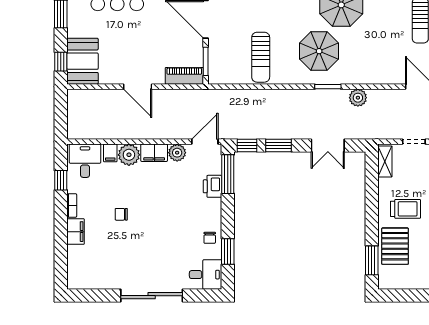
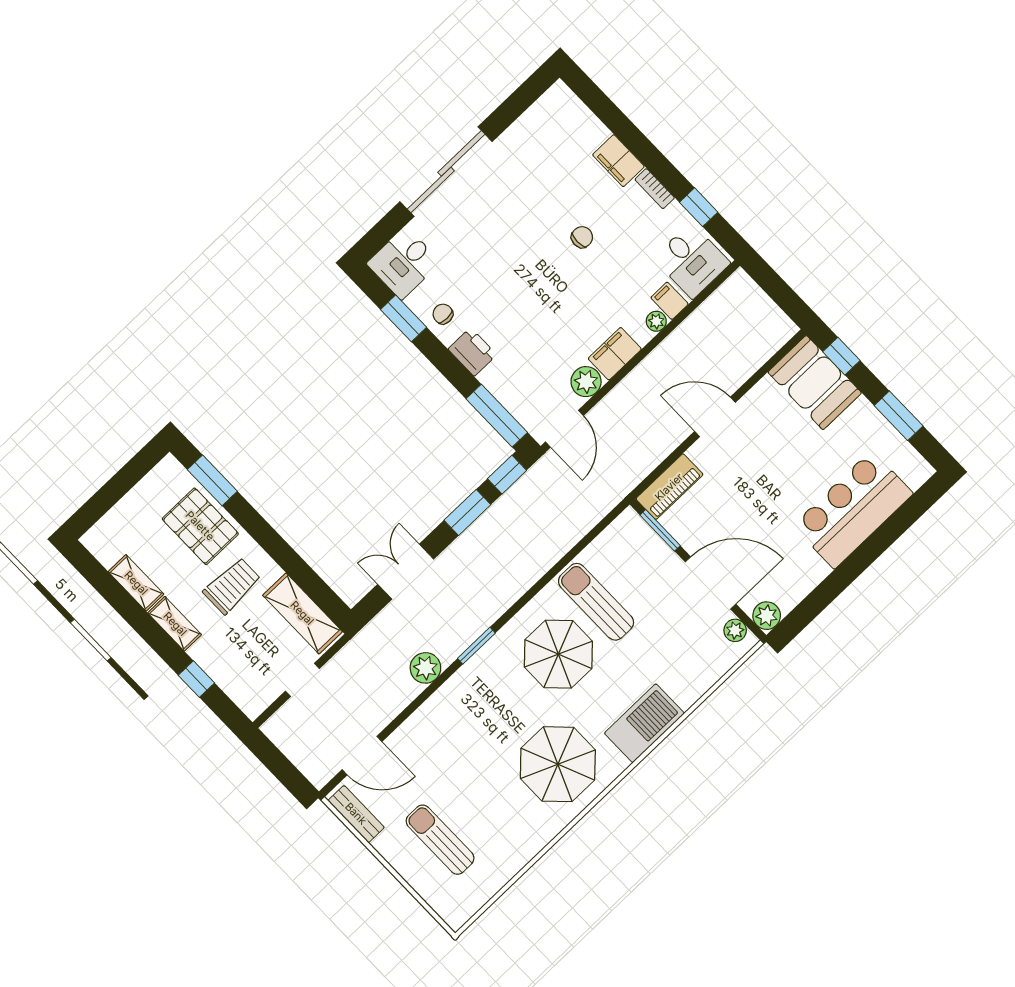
parasol: (319, 51) -> (558, 654), moved
plant: (129, 155) -> (656, 321), width x0.53, depth x0.53
shelving: (385, 161) -> (302, 613), width x1.50, depth x1.33
printer: (213, 186) -> (472, 352), moved
trolley: (406, 209) -> (232, 586), turned 180

